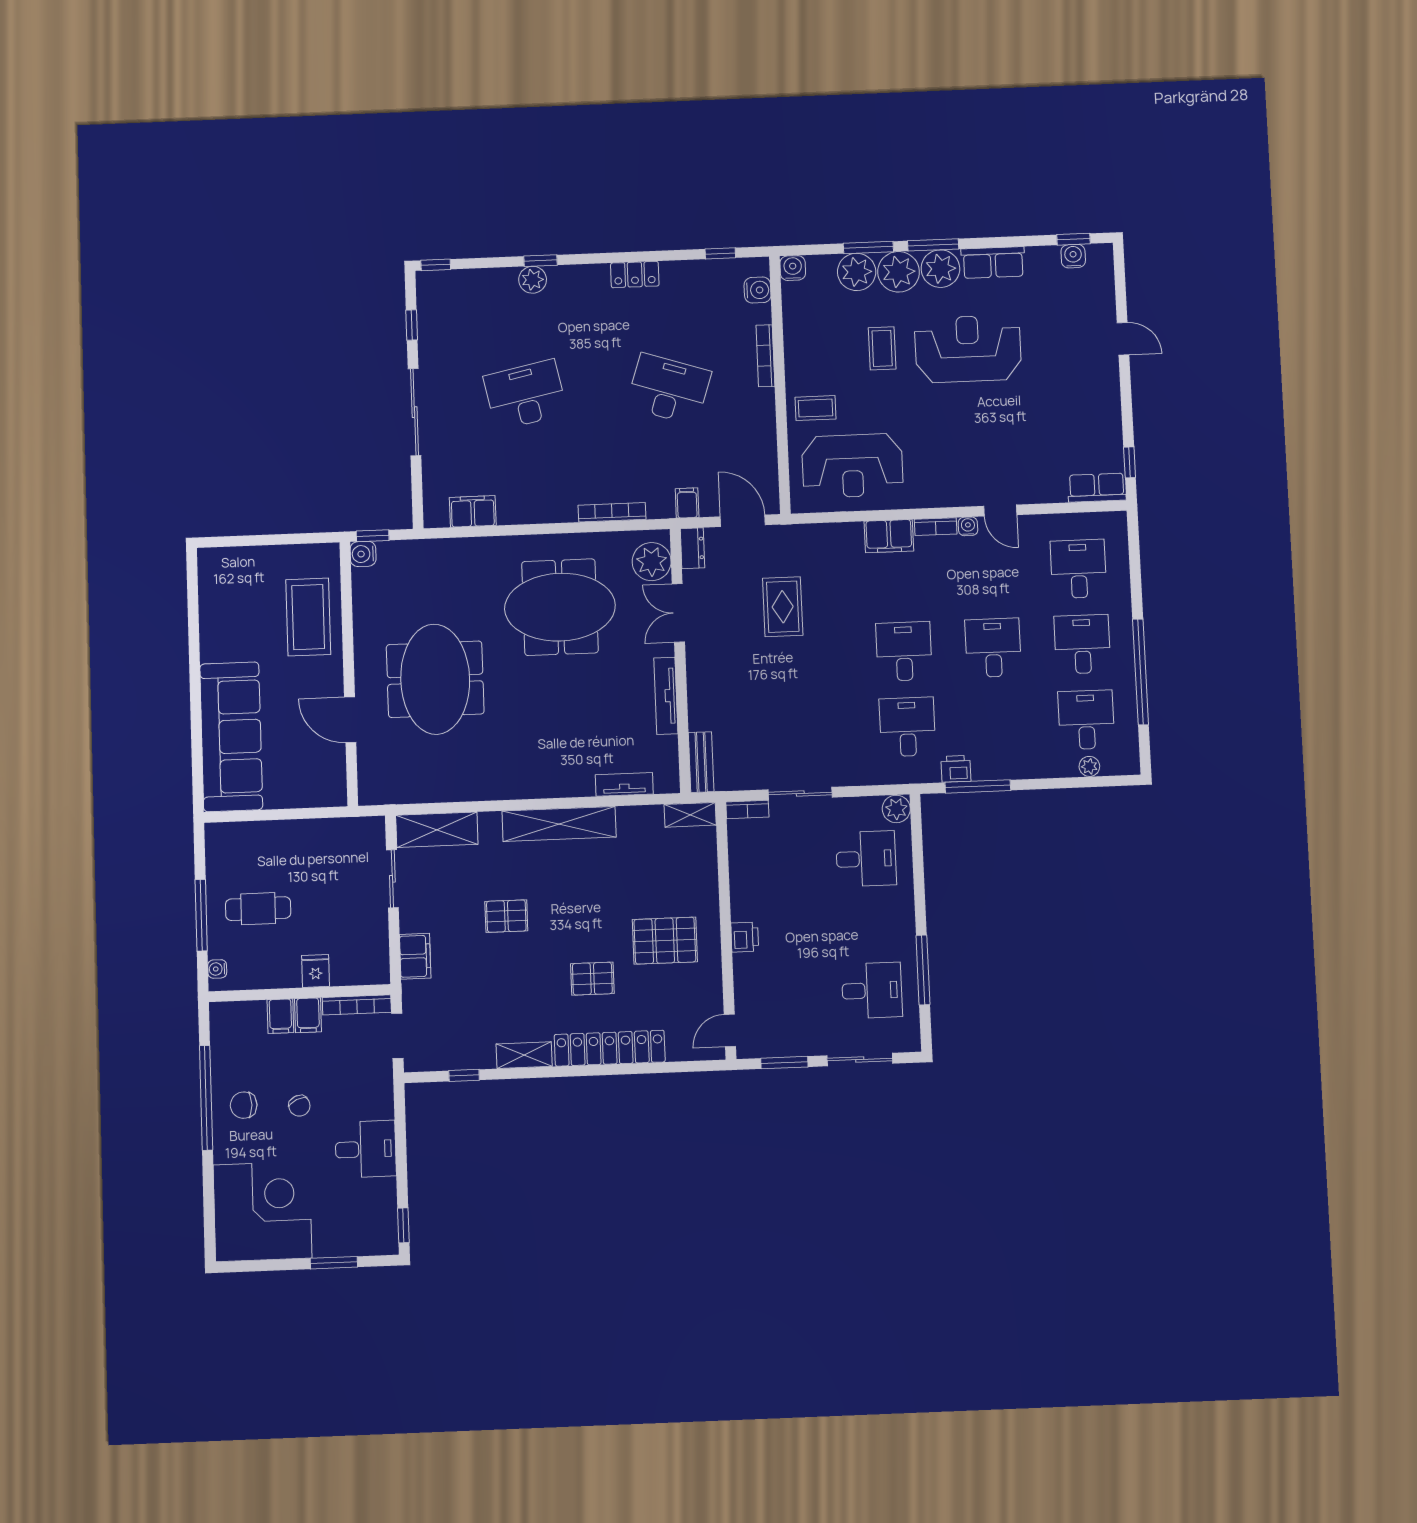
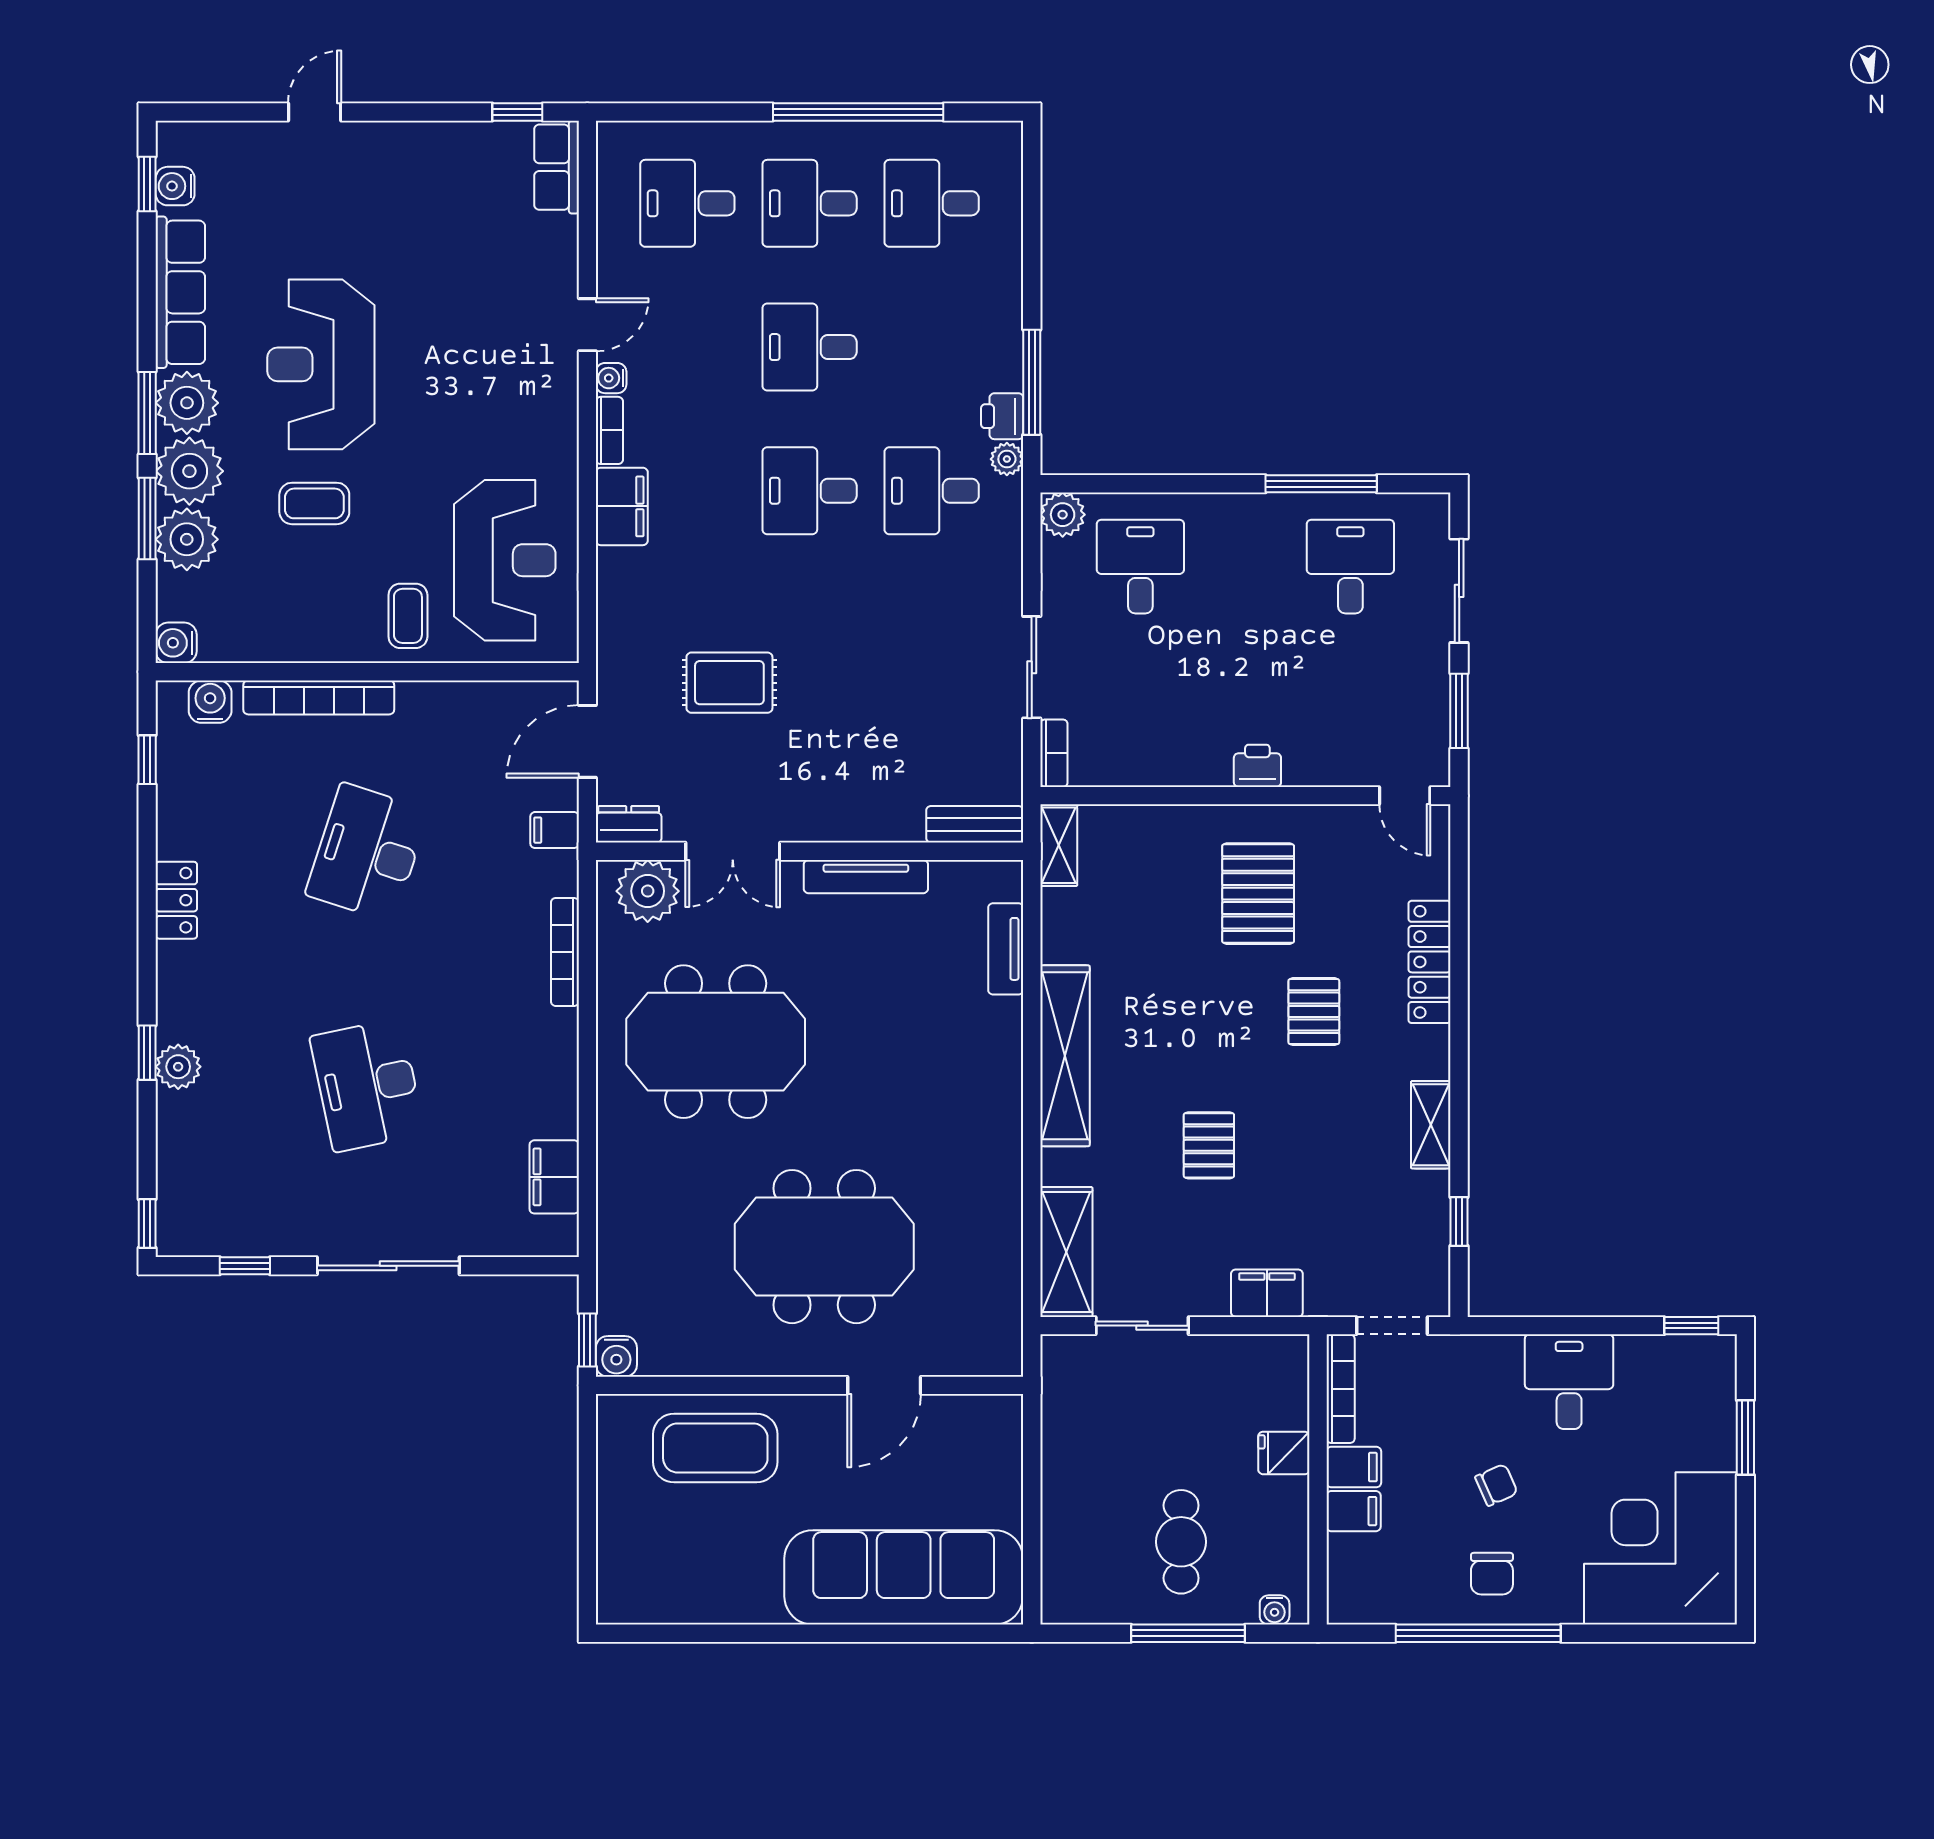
row of seats: (993, 262) -> (180, 292), width x1.48
bookcase: (765, 356) -> (319, 697), width x1.48, depth x1.31
meeting table: (560, 607) -> (716, 1042), turned 90
plant: (1089, 766) -> (1007, 459), moved
locker: (610, 1048) -> (1430, 962), width x0.71, depth x0.83

